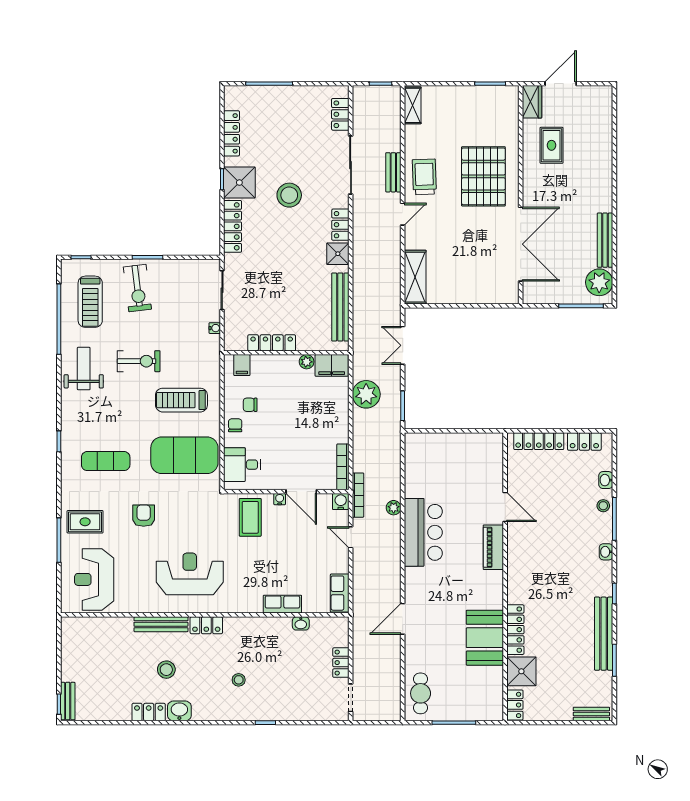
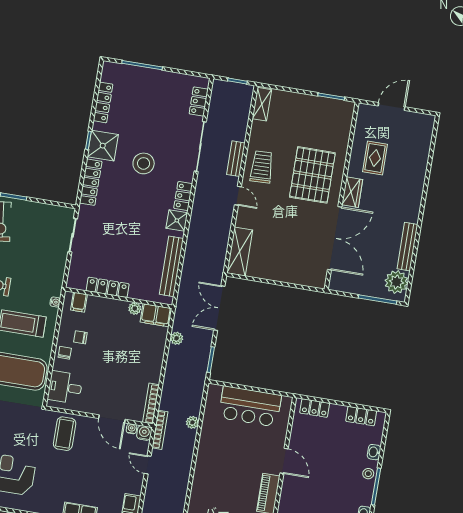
wardrobe: (532, 102) -> (352, 192), moved
door: (403, 214) -> (238, 196), hinge flipped
water cooler: (215, 328) -> (55, 302), moved
double door: (403, 345) -> (219, 308), width x1.37
plant: (366, 394) -> (177, 338), width x0.53, depth x0.53
locker: (539, 441) -> (315, 408), width x0.66
water cooler: (280, 499) -> (132, 429), moved
plant: (394, 508) -> (192, 422), moved
bar counter: (423, 532) -> (250, 406), moved, turned 90

